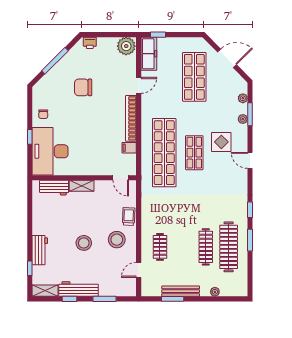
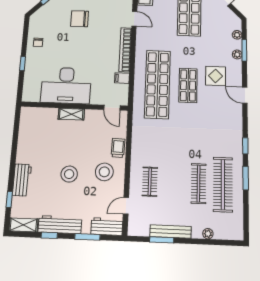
door: (139, 85) -> (134, 19), hinge flipped
desk: (50, 151) -> (66, 85), moved, turned -90
workbench: (54, 188) -> (107, 226), moved, turned 180

